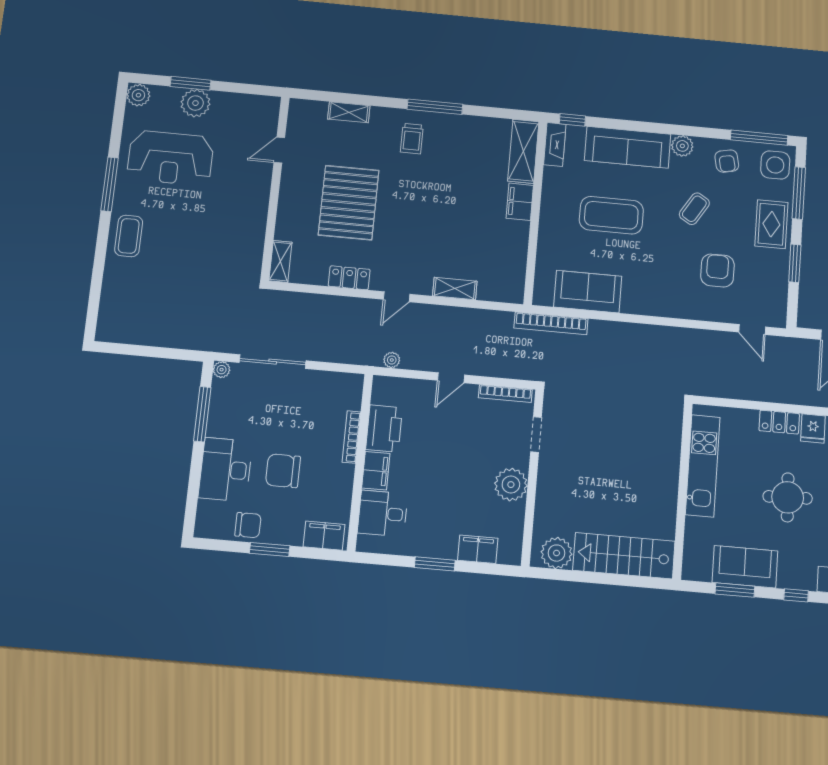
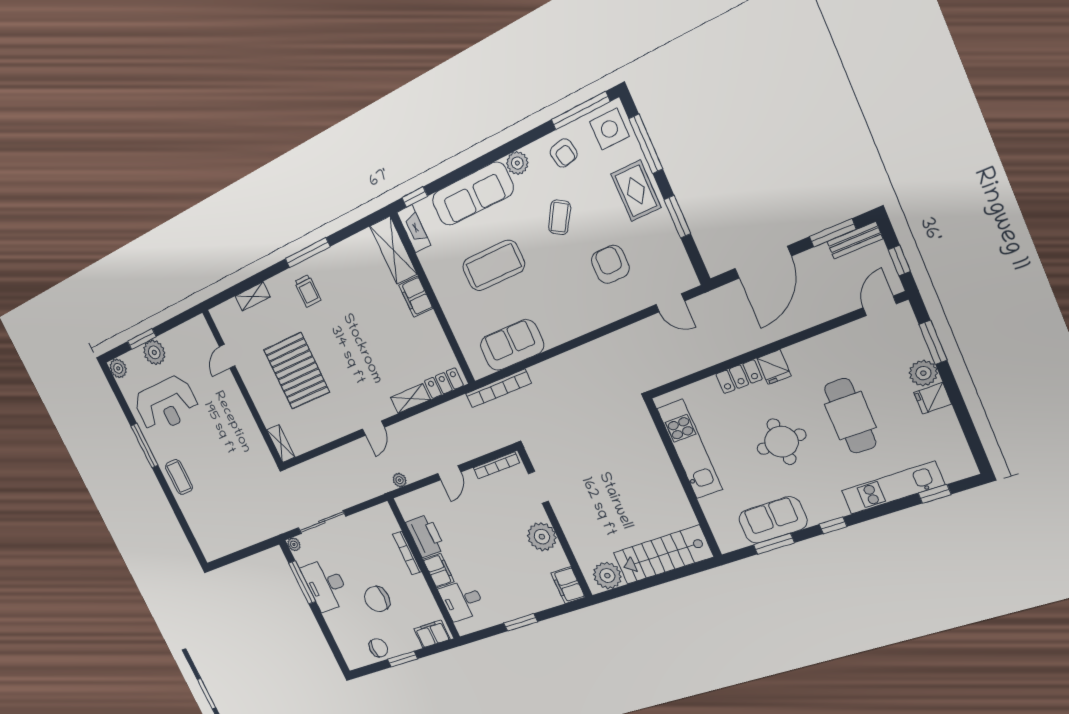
locker: (349, 278) -> (444, 383), moved
desk: (225, 470) -> (326, 585), moved
filing cabinet: (478, 549) -> (568, 585), moved, turned -90

